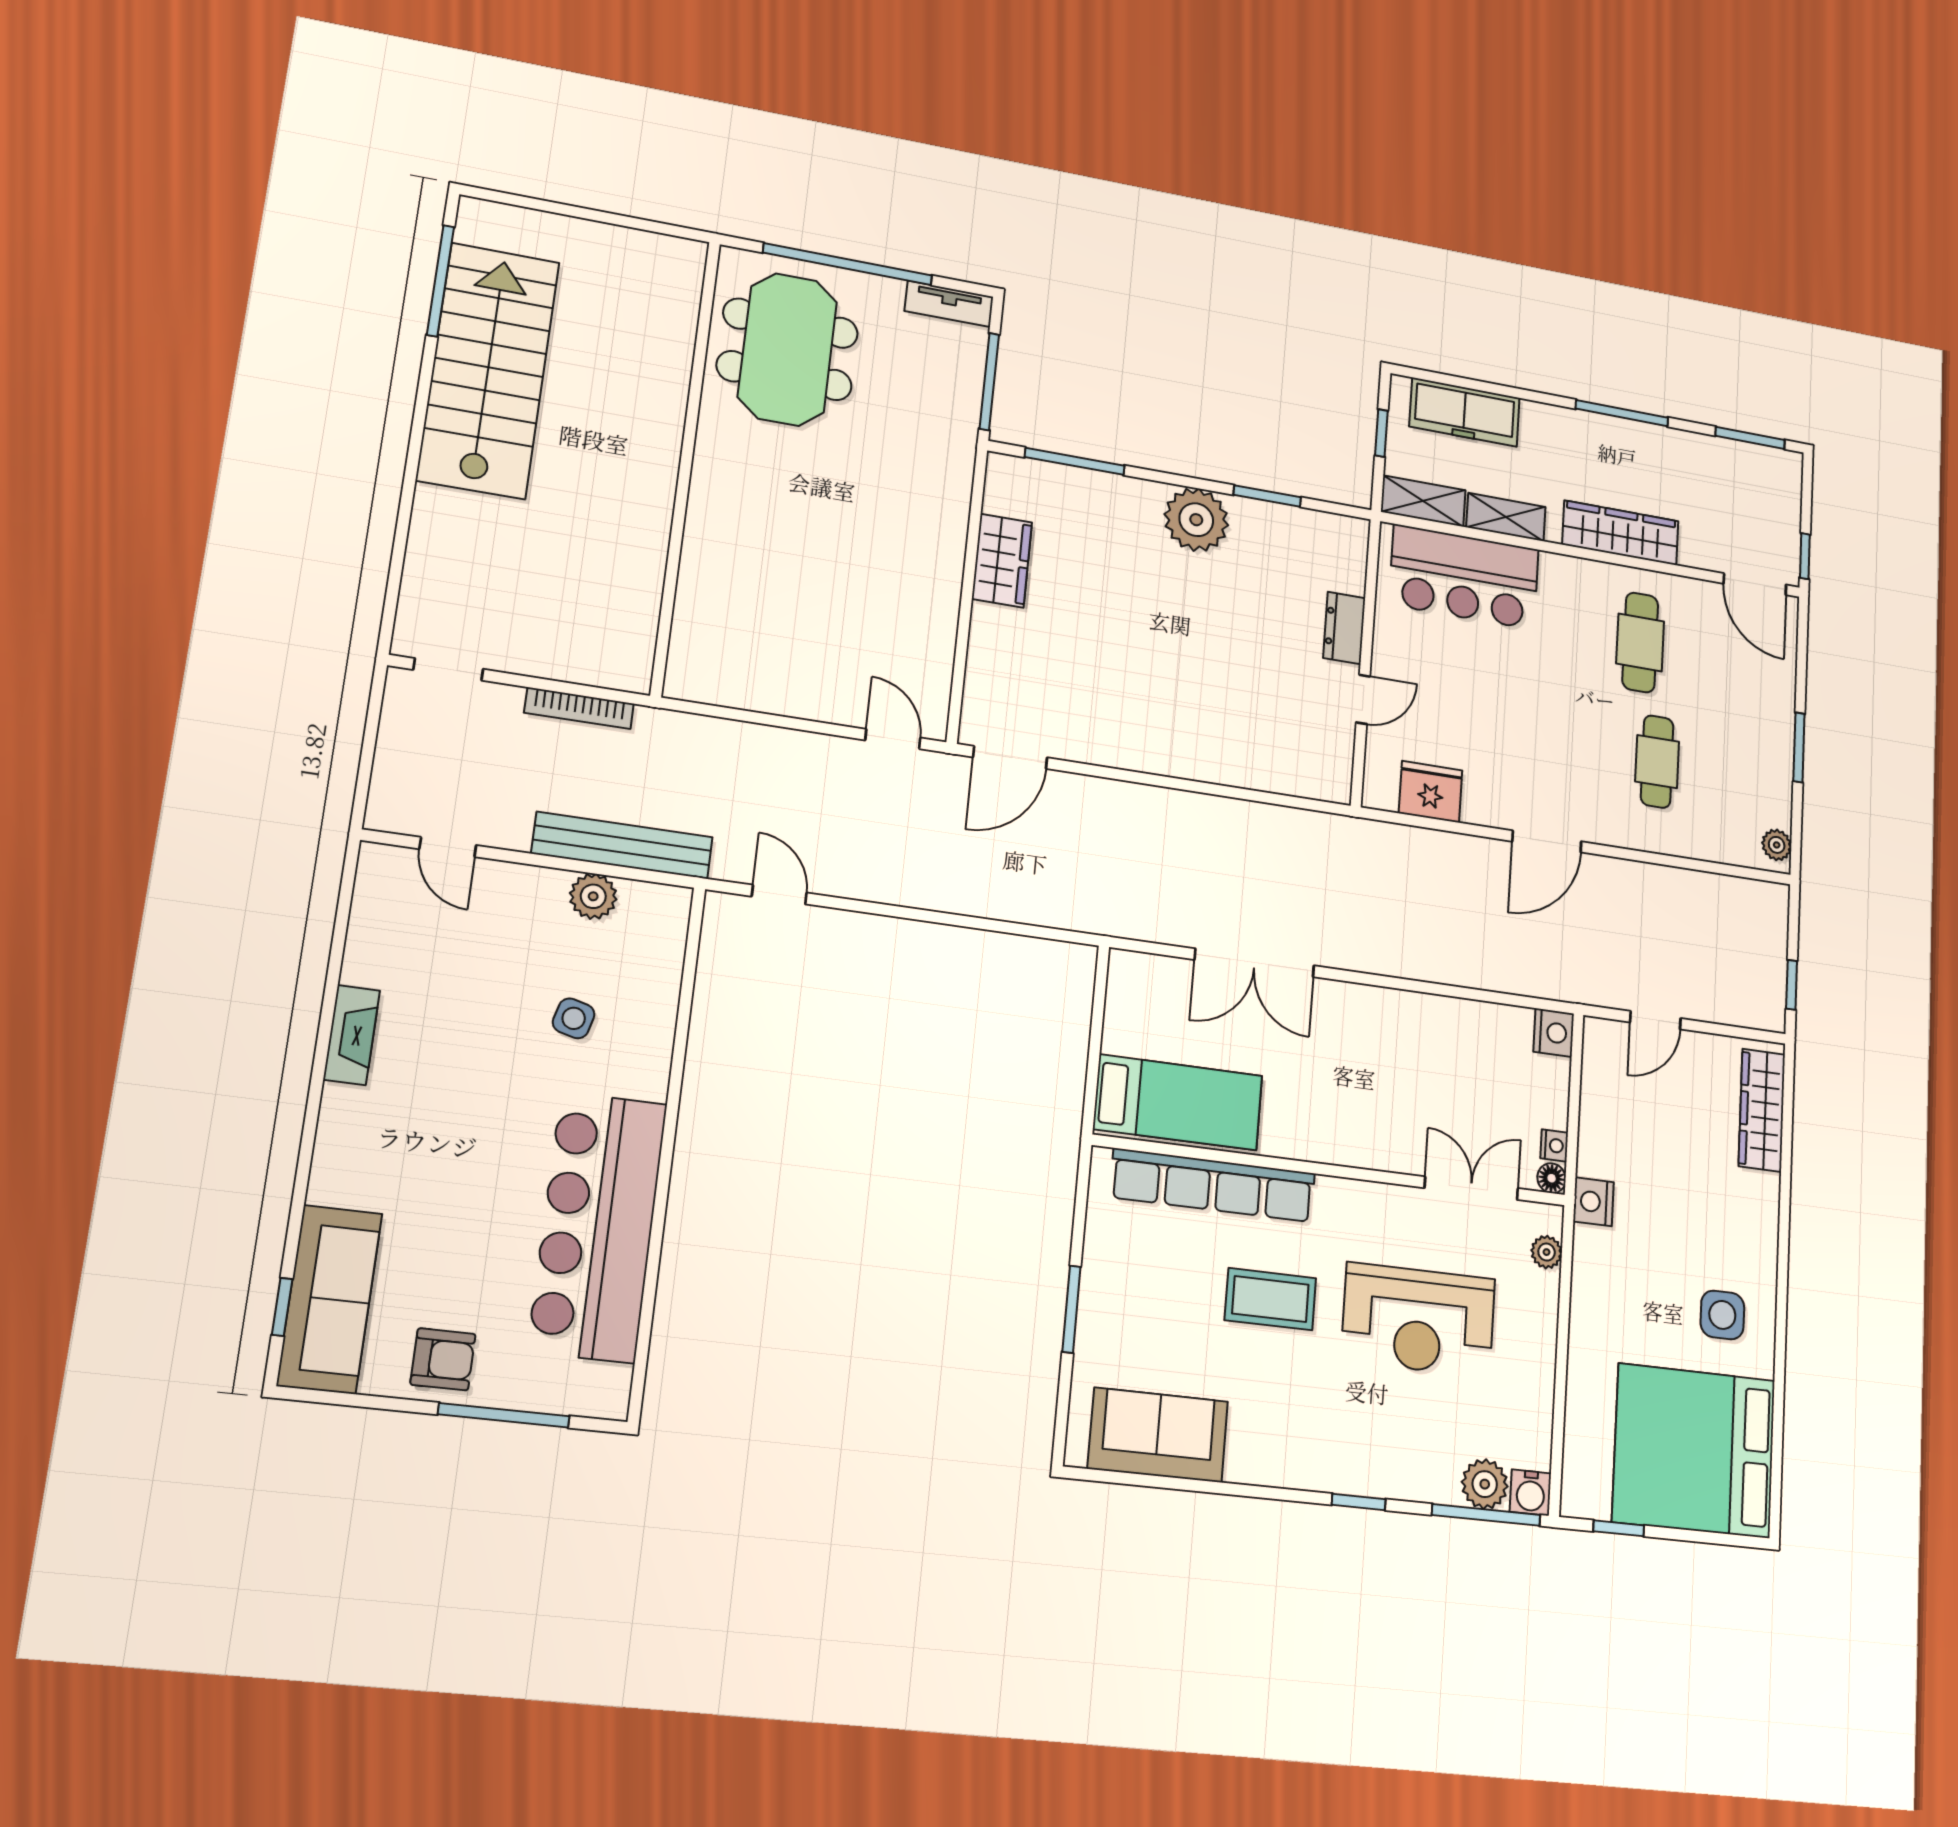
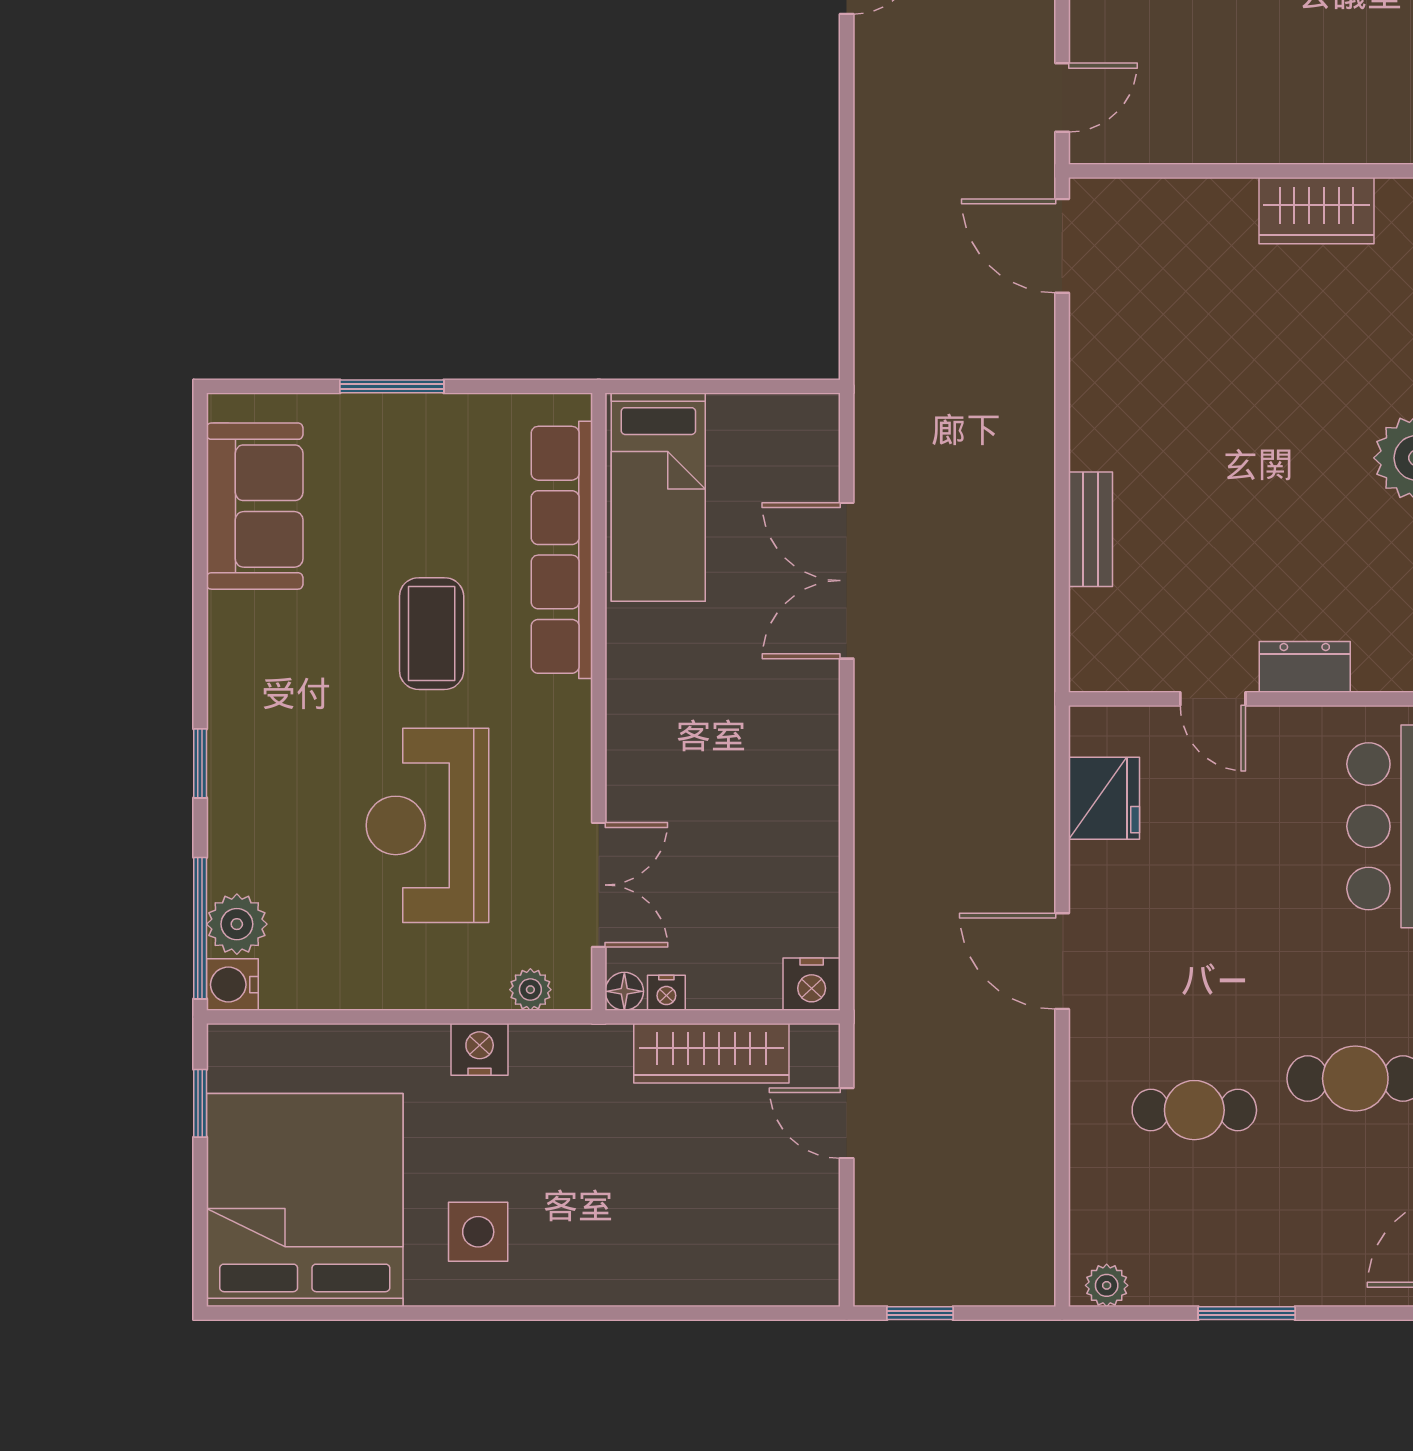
bench: (1230, 770) -> (1091, 529), added
wardrobe: (1762, 1110) -> (711, 1053), moved, turned 180
nightstand: (1593, 1202) -> (480, 1049), moved

